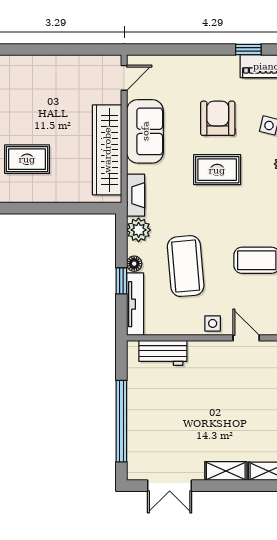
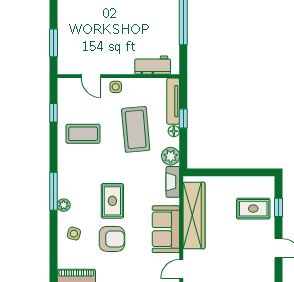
armchair: (218, 118) -> (112, 239), turned -90
rug: (217, 170) -> (112, 201), turned 90

